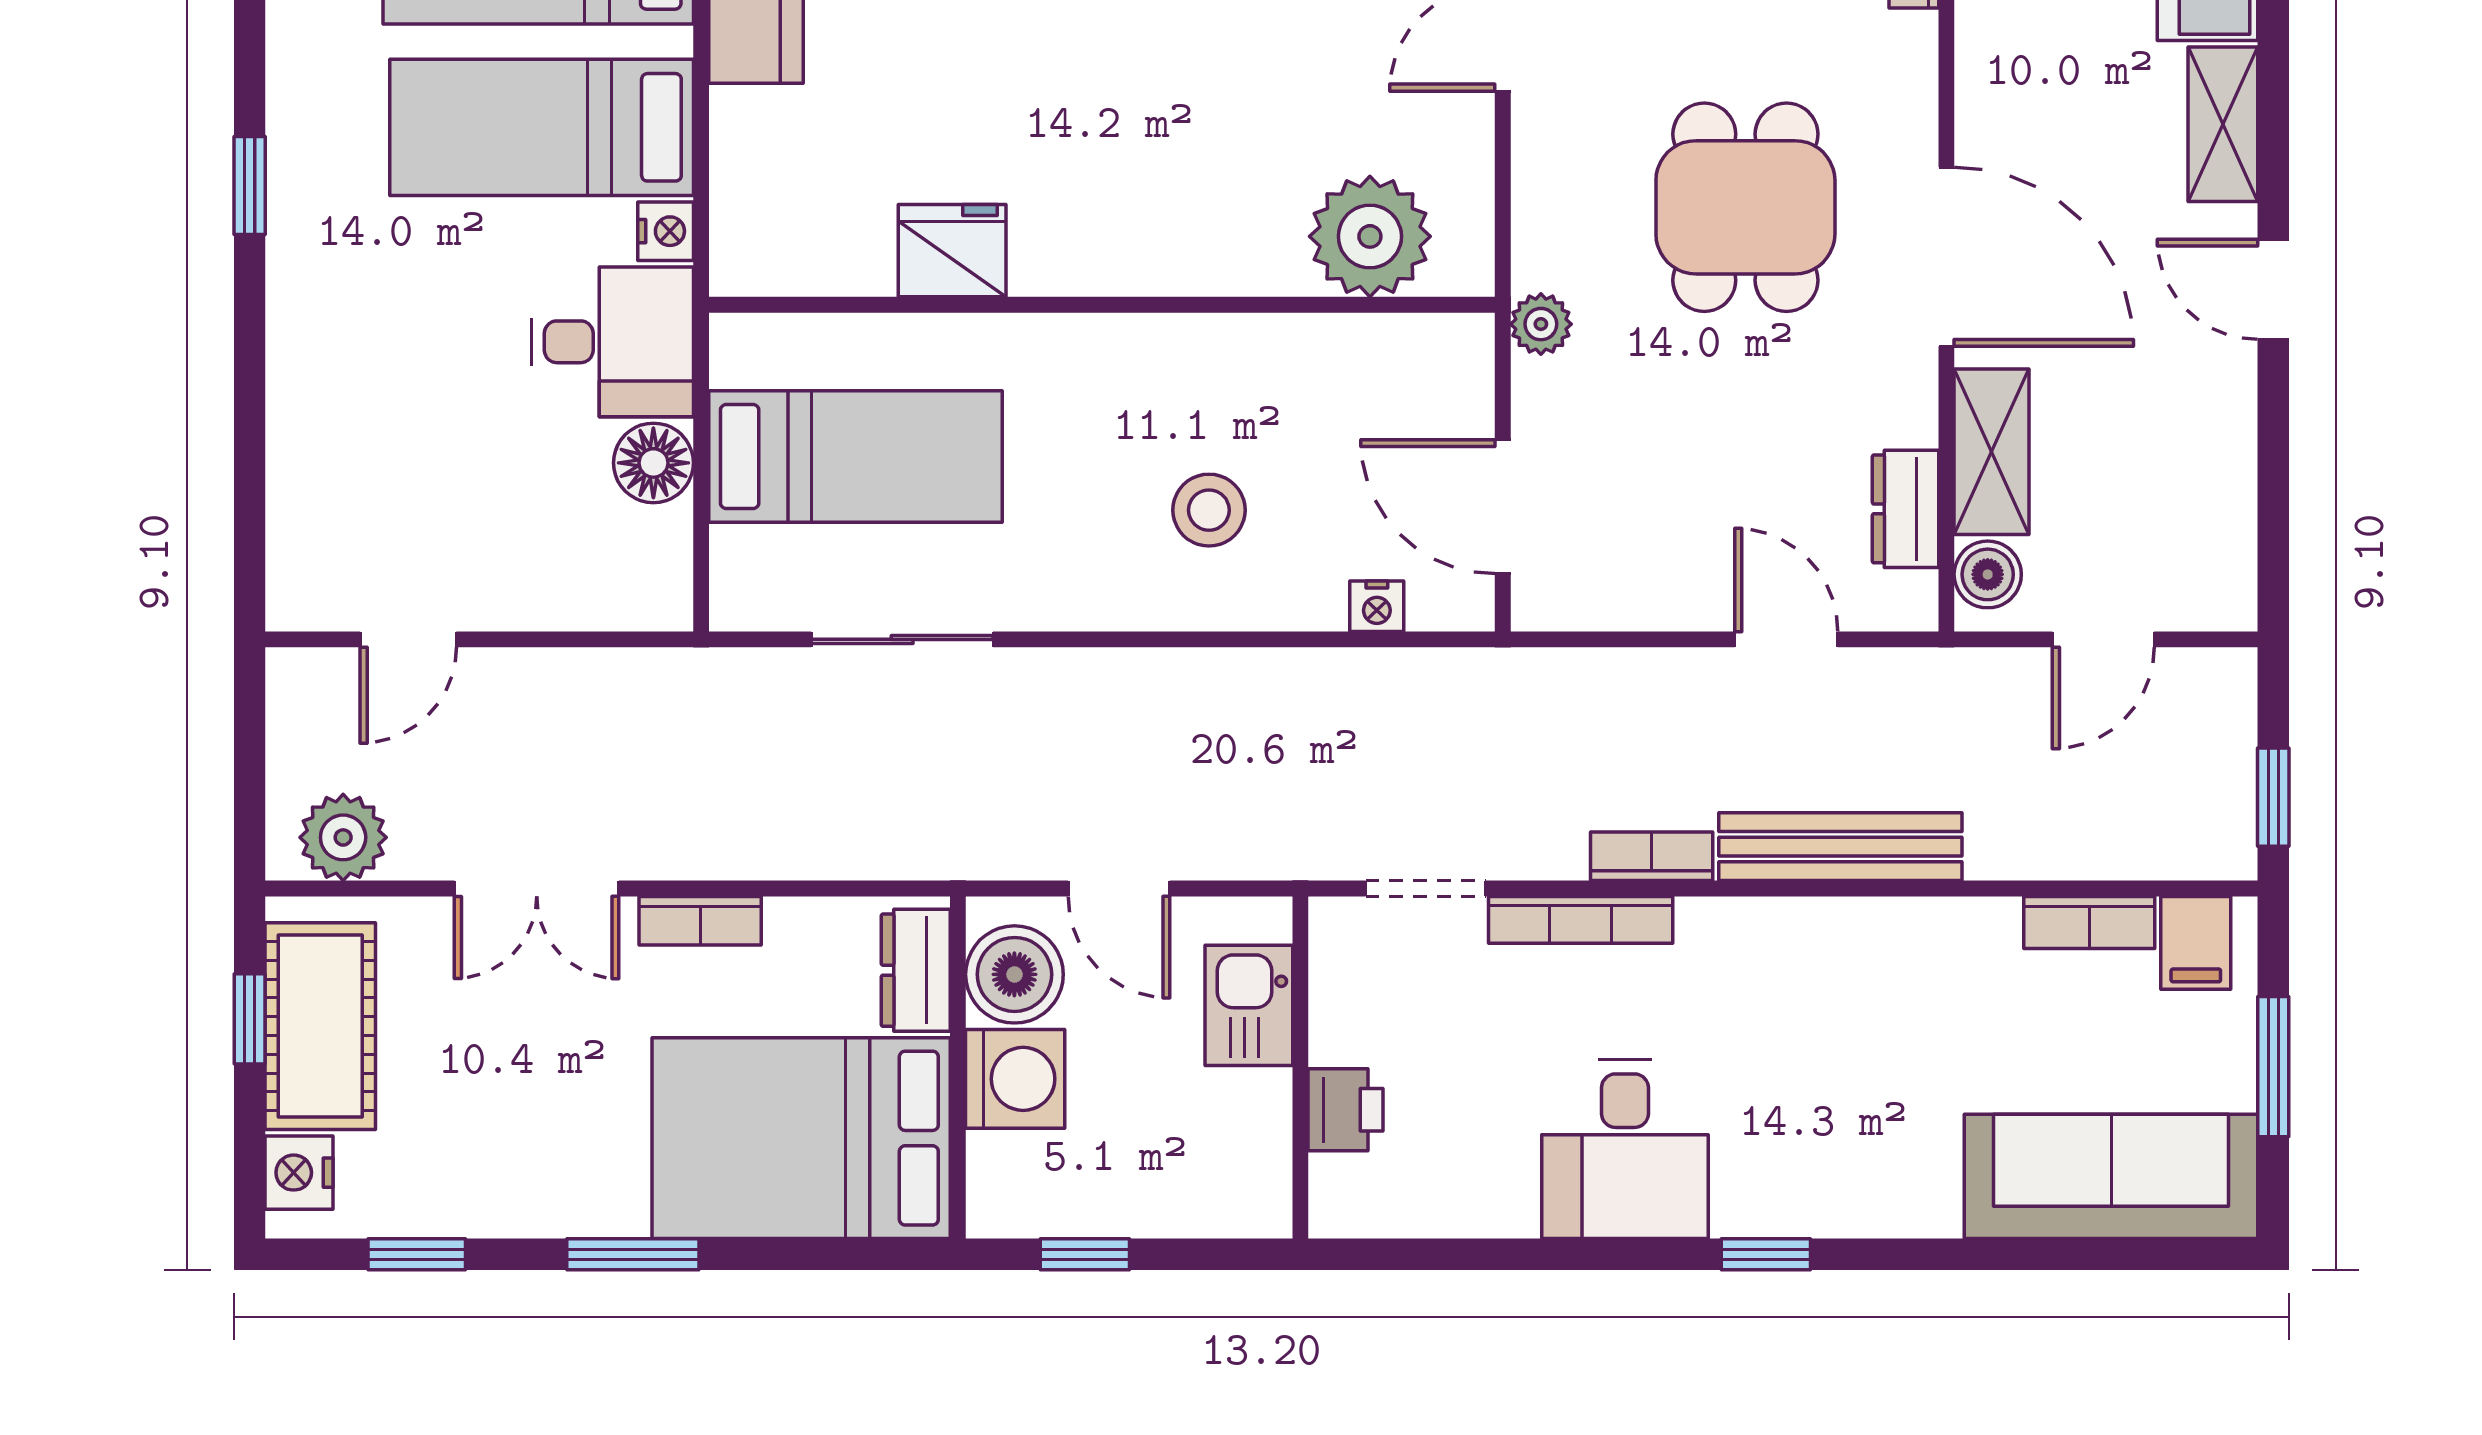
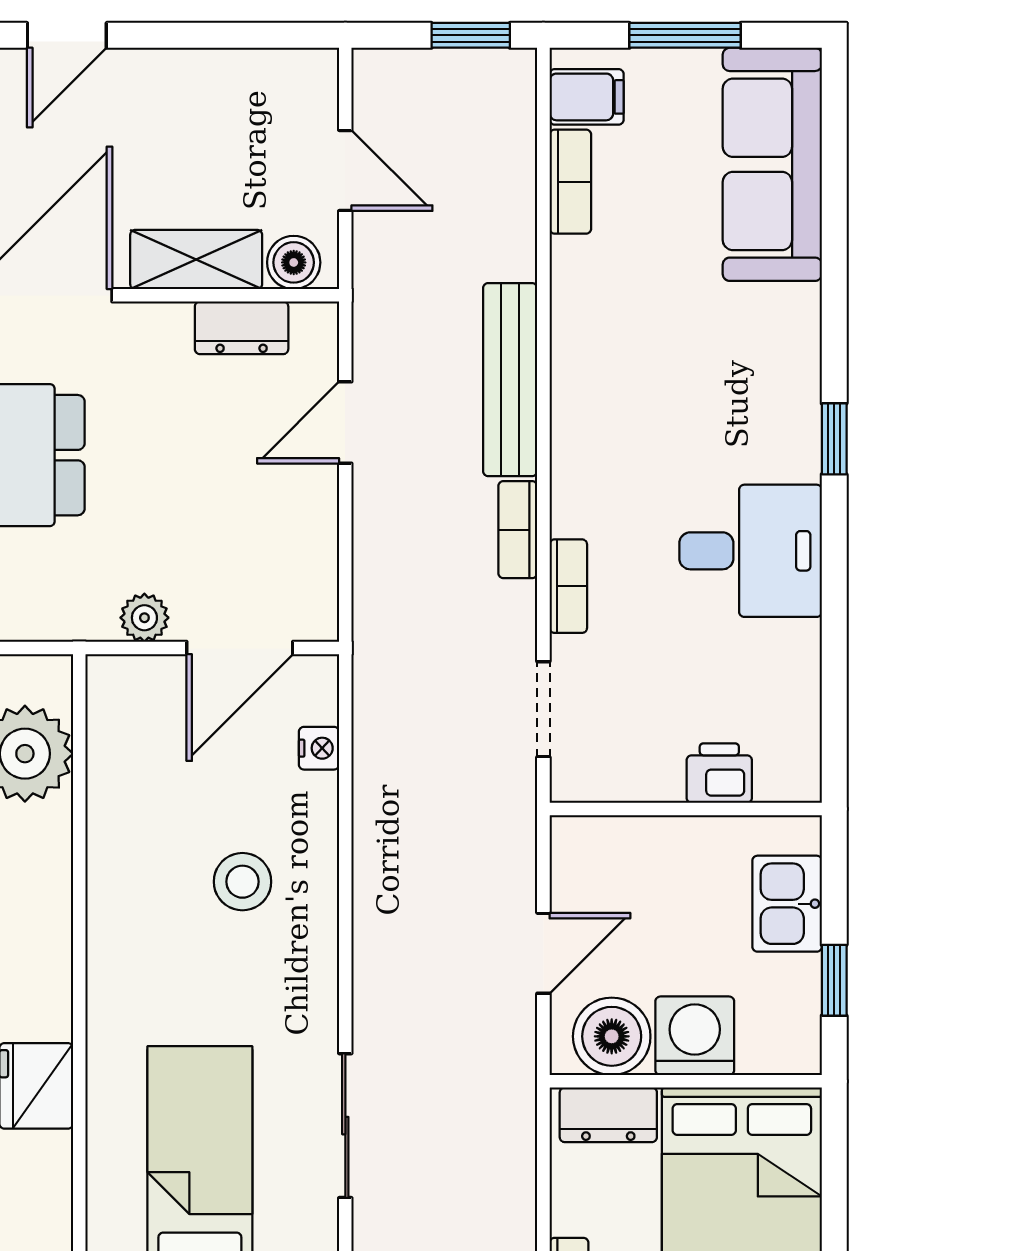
plant: (1541, 324) -> (144, 618), moved
bookcase: (1581, 920) -> (568, 586), width x0.64
kitchen sink: (1249, 1005) -> (787, 904), moved, turned 90

